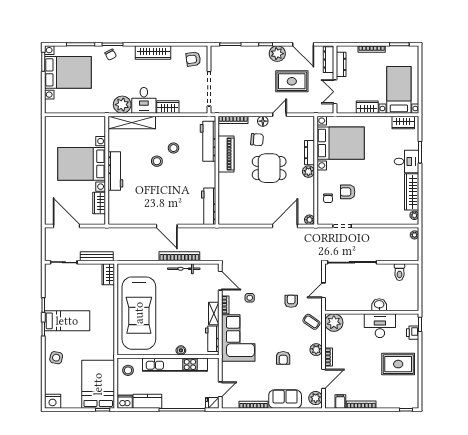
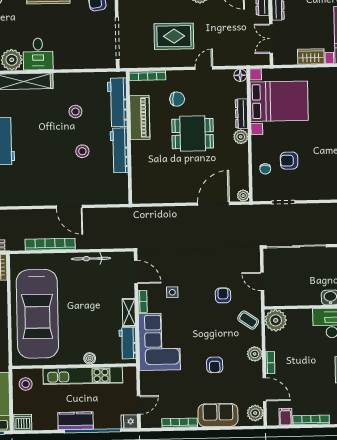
rug: (292, 81) -> (174, 36), moved
wardrobe: (168, 107) -> (67, 62), removed
floor lamp: (263, 121) -> (240, 75), moved
stool: (157, 161) -> (82, 151), moved
workbench: (209, 206) -> (119, 150), moved
bookcase: (179, 256) -> (50, 244), moved
door: (324, 290) -> (262, 281), hinge flipped
door: (324, 379) -> (265, 389), hinge flipped
kitchen counter: (147, 401) -> (76, 421), moved

